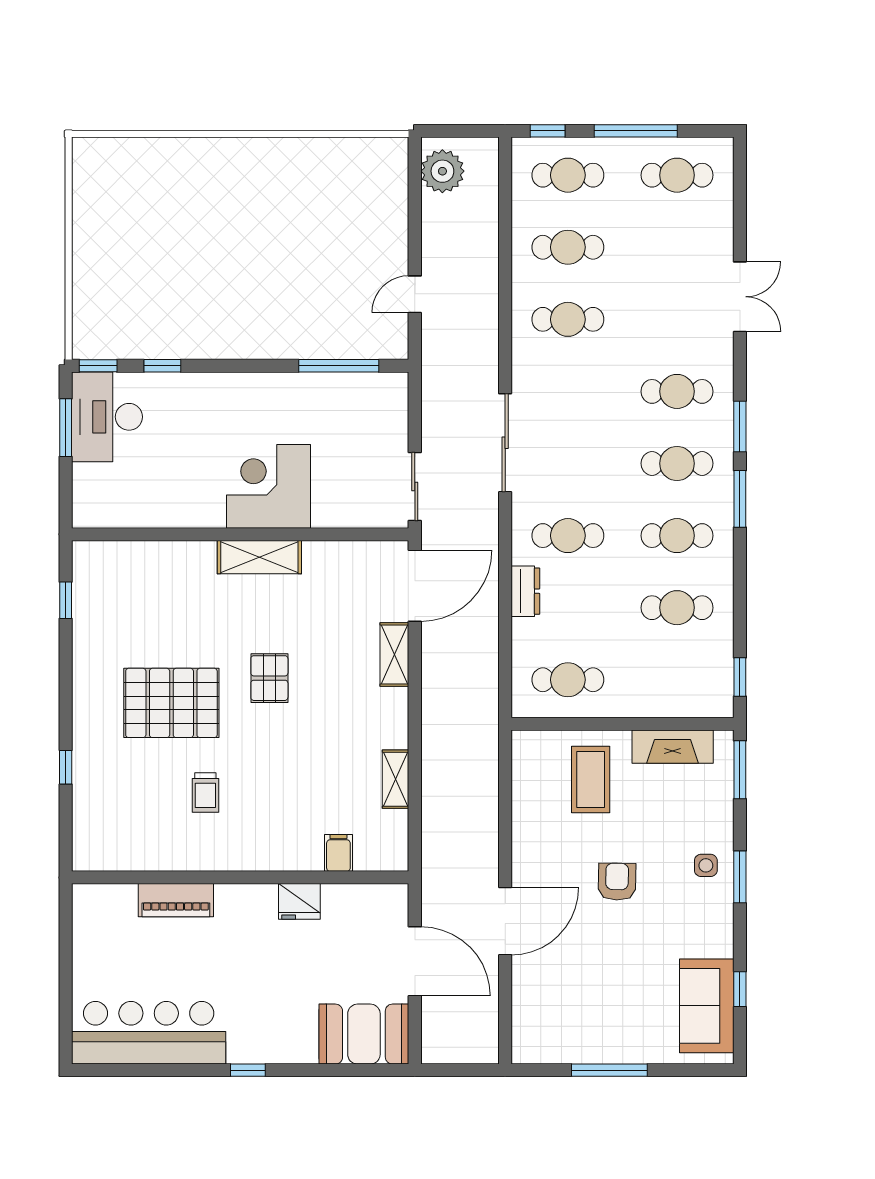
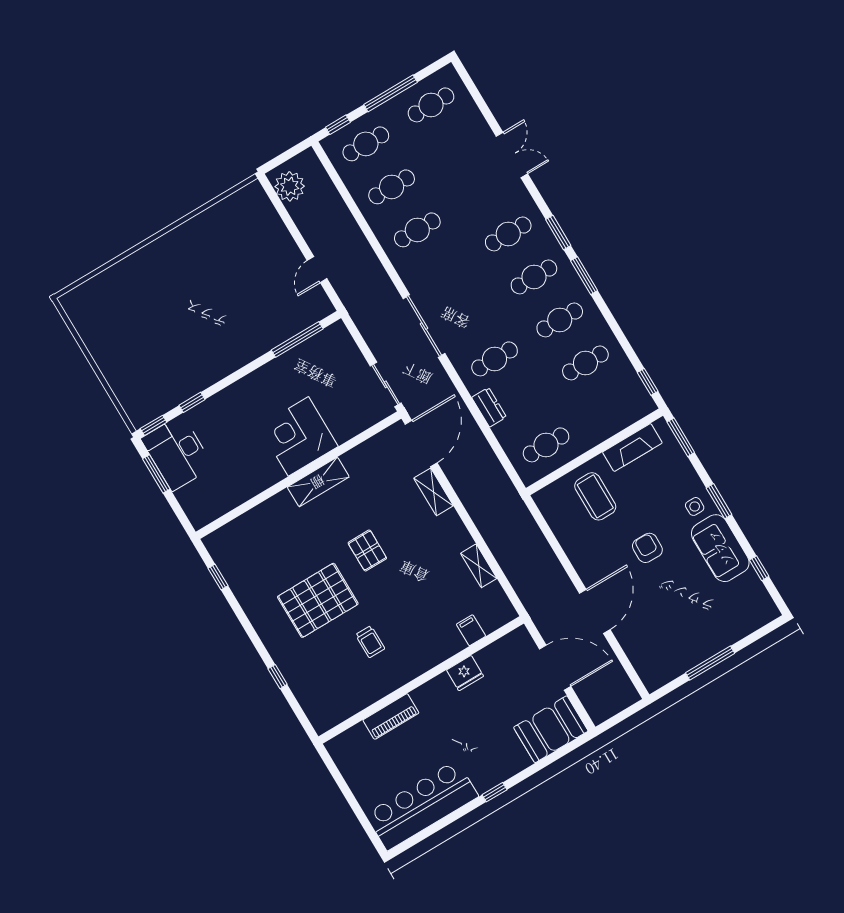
sofa: (707, 1006) -> (720, 548), moved

